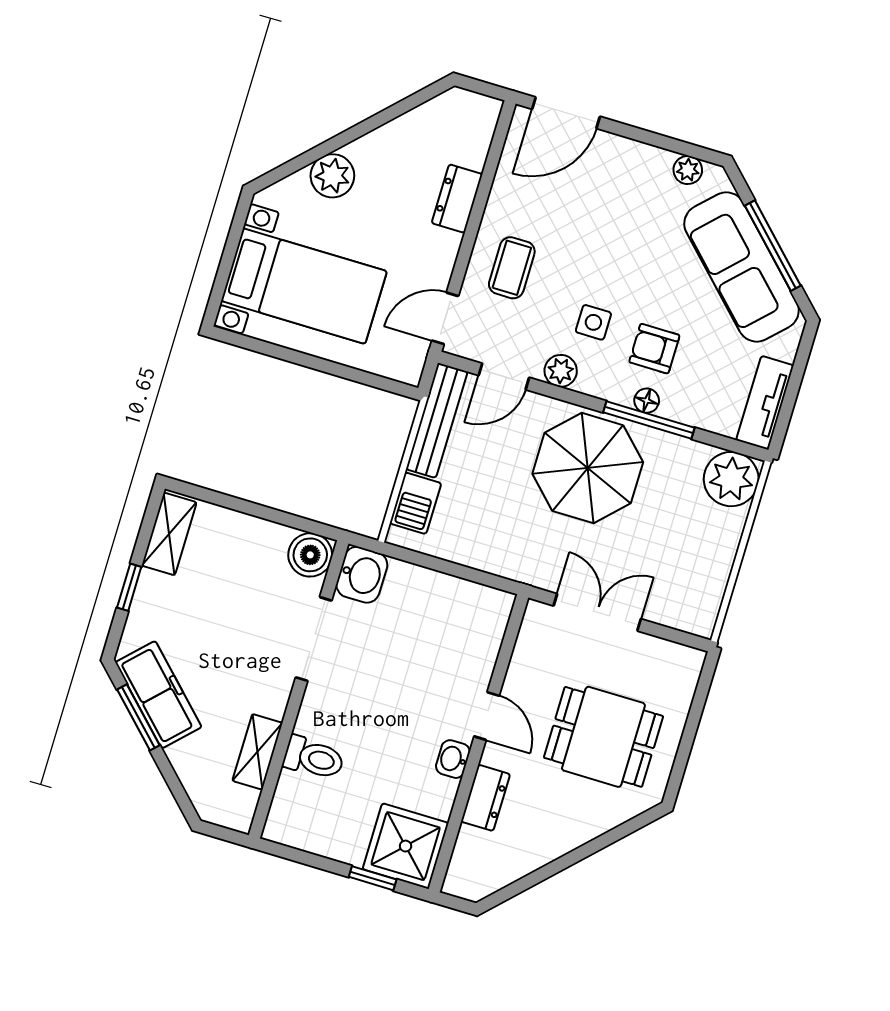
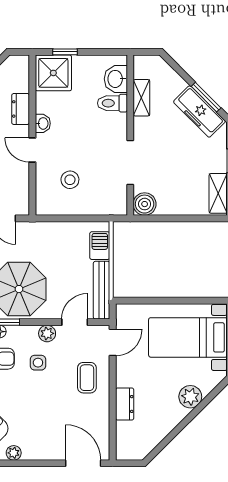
door: (566, 113) -> (83, 463), hinge flipped
washbasin: (362, 575) -> (116, 79), moved
stool: (434, 641) -> (70, 180), added

